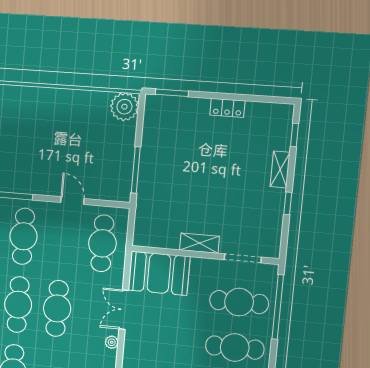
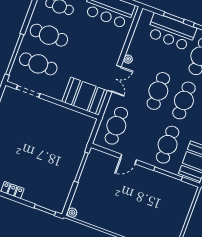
plant: (124, 107) -> (72, 213), width x0.53, depth x0.53
door: (72, 201) -> (128, 159), hinge flipped
shelving: (199, 243) -> (53, 109), removed

